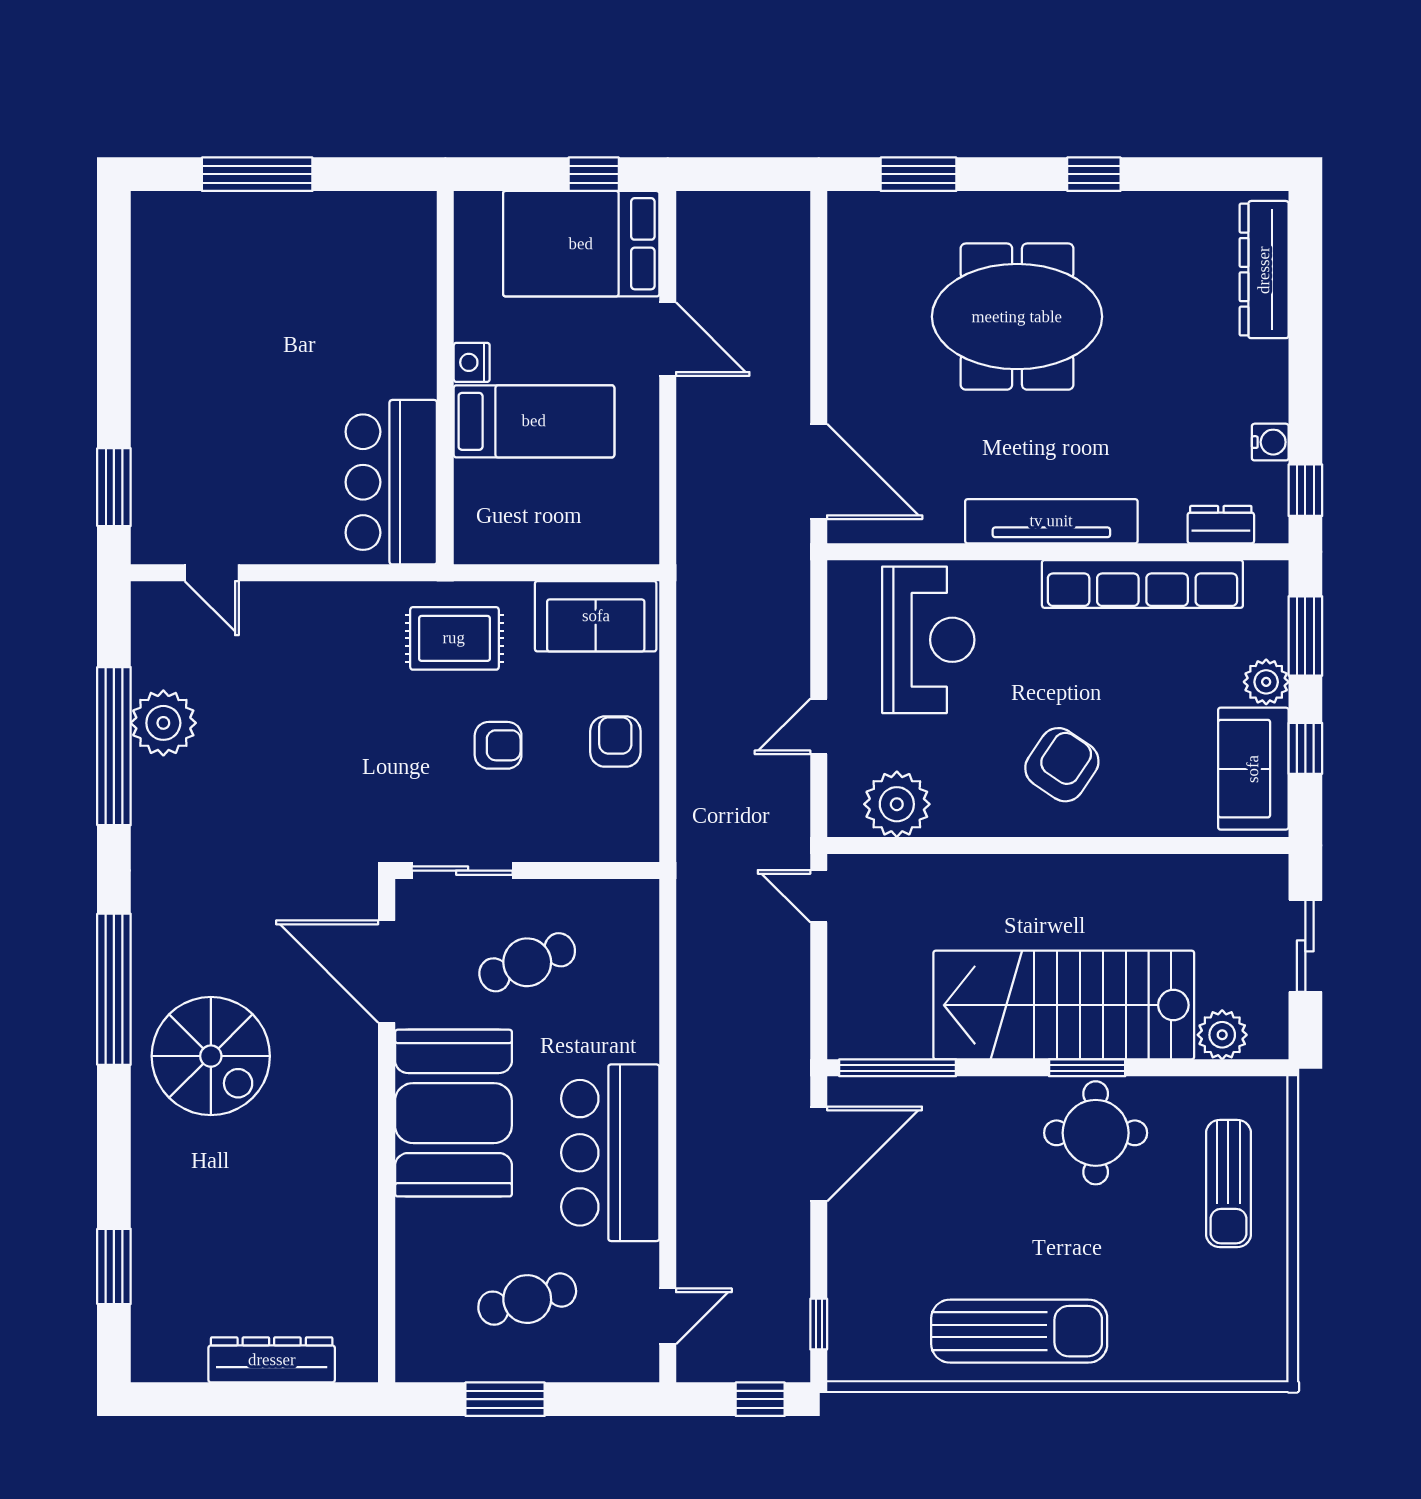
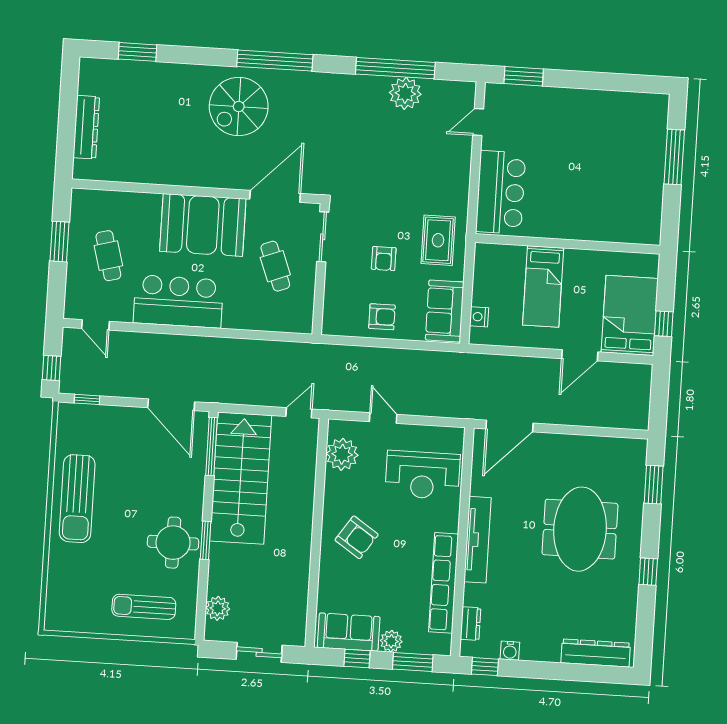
nightstand: (472, 362) -> (479, 317), moved, turned -90
bar counter: (391, 482) -> (501, 192), moved, turned 90
stairs: (1064, 1005) -> (241, 478), moved

